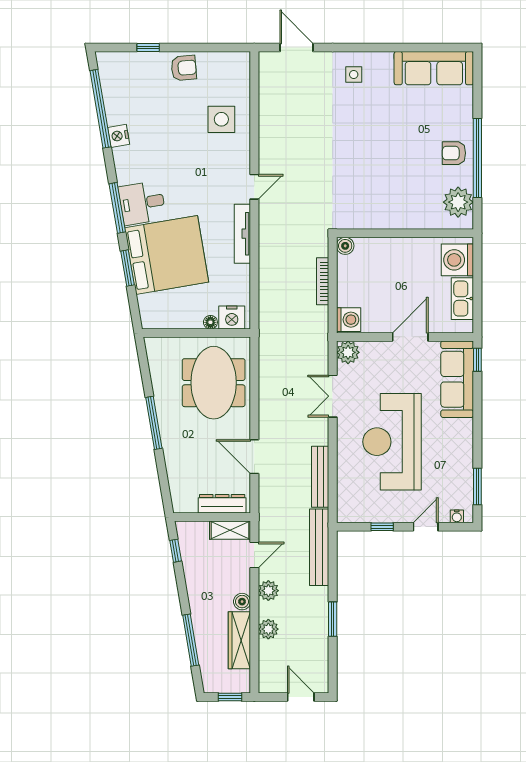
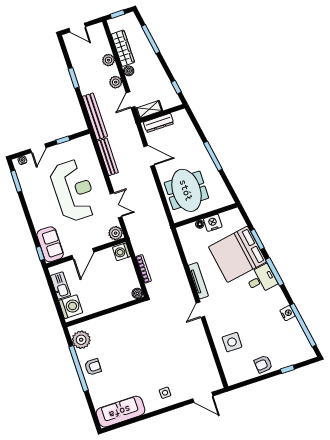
nightstand: (232, 318) -> (213, 223), moved
sofa: (457, 379) -> (50, 244), width x0.73

